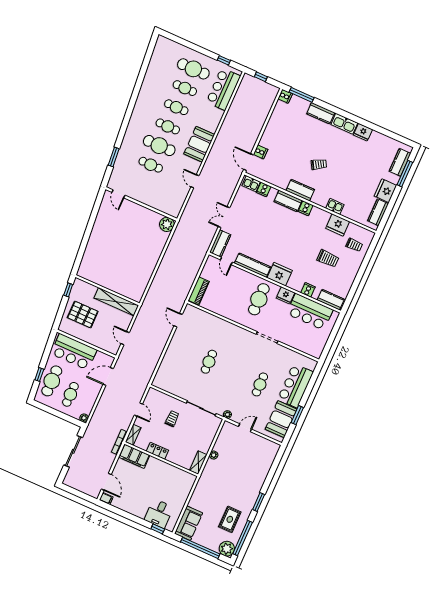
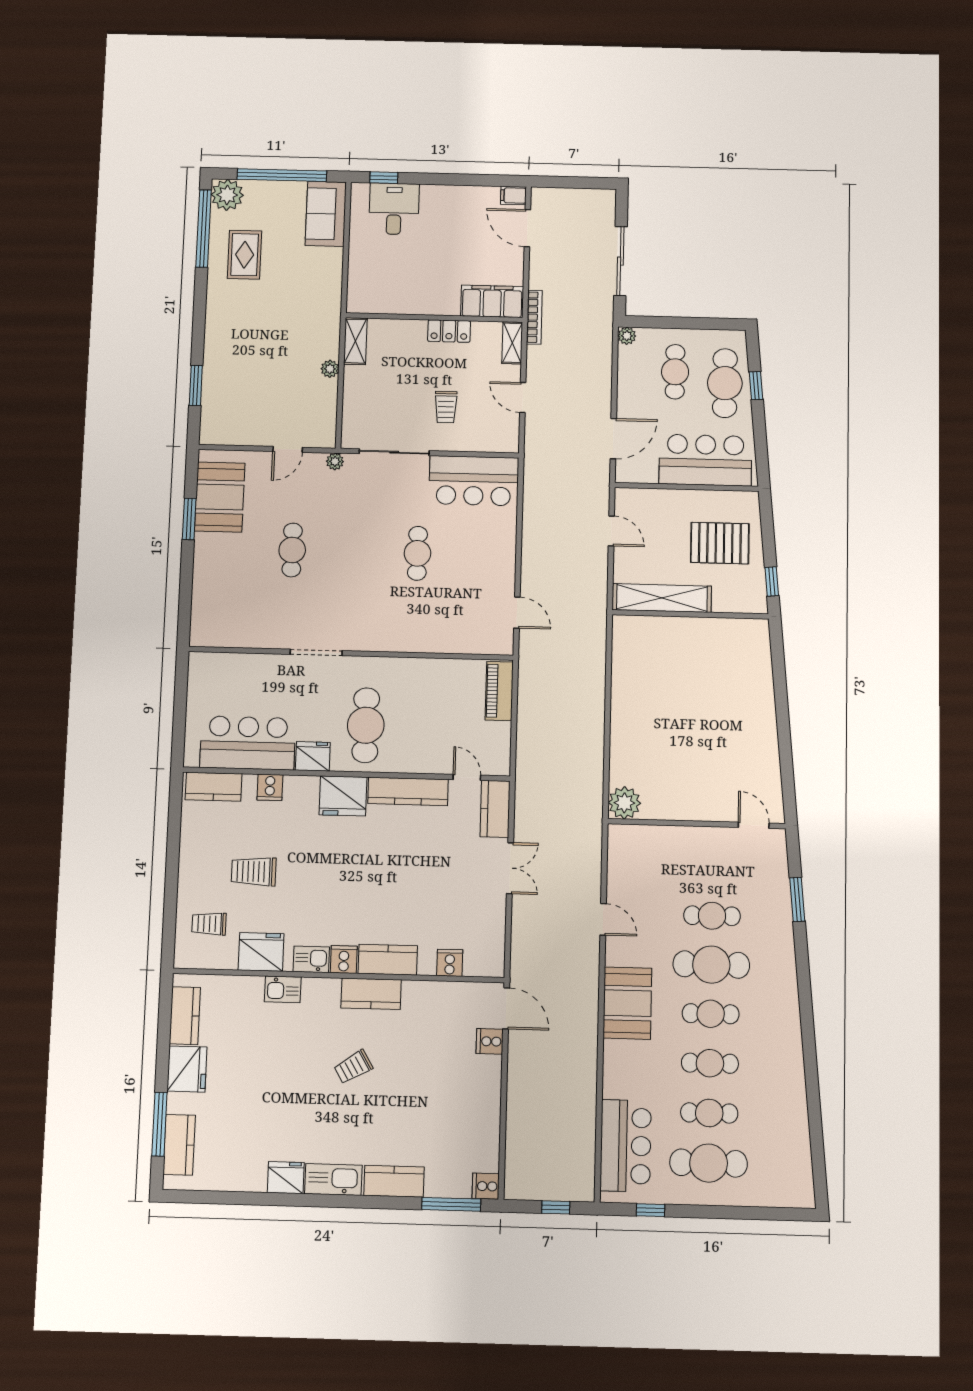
kitchen sink: (251, 184) -> (311, 959), moved
bar counter: (295, 386) -> (474, 481), moved, turned 90
window: (259, 502) -> (196, 385), moved

